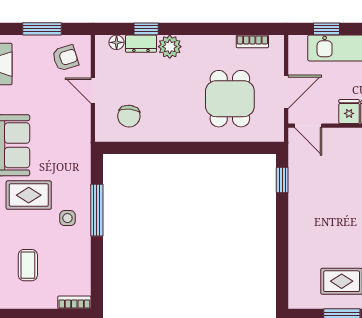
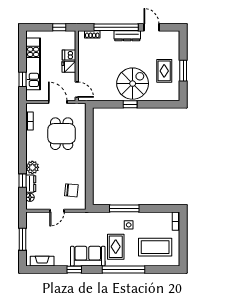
armchair: (65, 58) -> (39, 226), removed
dining table: (230, 99) -> (62, 134), turned 90
door: (308, 126) -> (77, 90), hinge flipped
window: (282, 180) -> (130, 104), moved
spiral stairs: (319, 225) -> (133, 84), added
coffee table: (28, 265) -> (155, 247), width x1.86, depth x1.72

